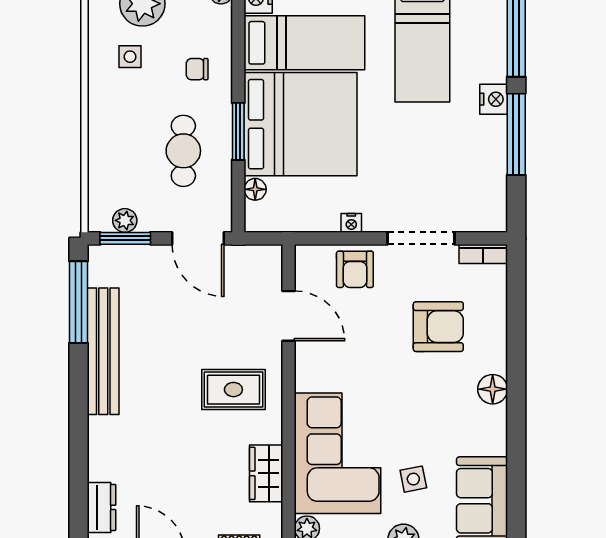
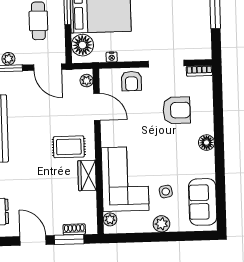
floor lamp: (255, 189) -> (82, 45), width x1.89, depth x1.89
nightstand: (351, 223) -> (112, 57), moved
plant: (271, 266) -> (87, 81), added
wardrobe: (266, 473) -> (87, 175), moved

